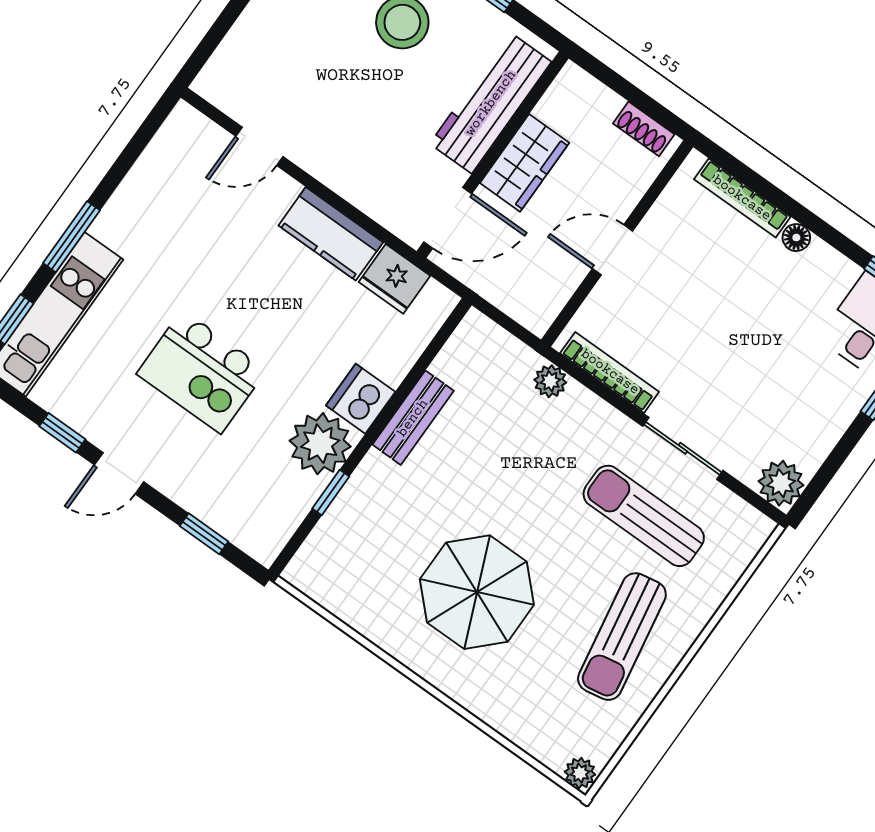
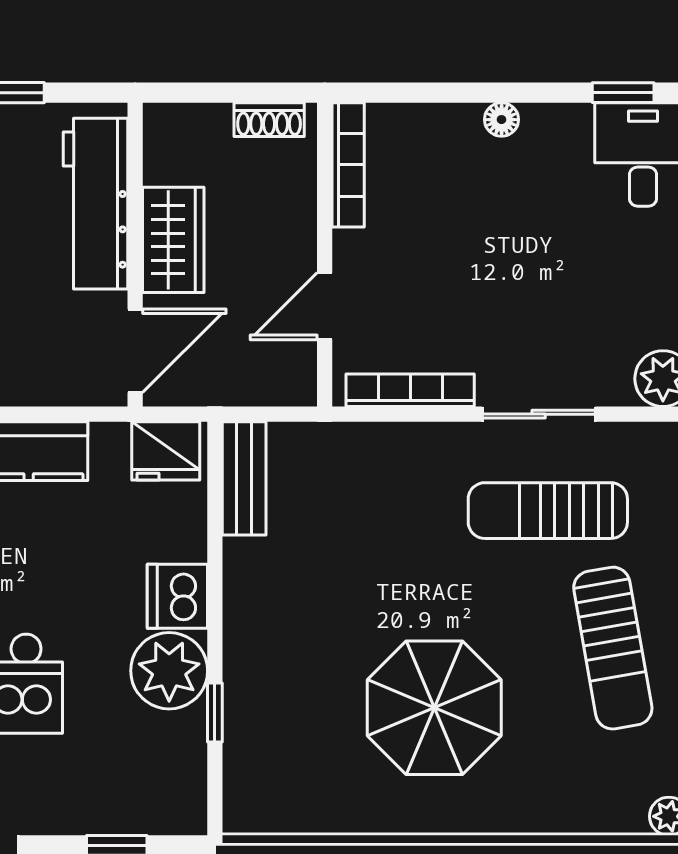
bookcase: (742, 198) -> (348, 165), moved, turned -90
door: (613, 250) -> (325, 306), moved
fridge: (394, 279) -> (166, 451), moved
plant: (550, 381) -> (356, 442), removed
bench: (413, 418) -> (244, 478), moved

